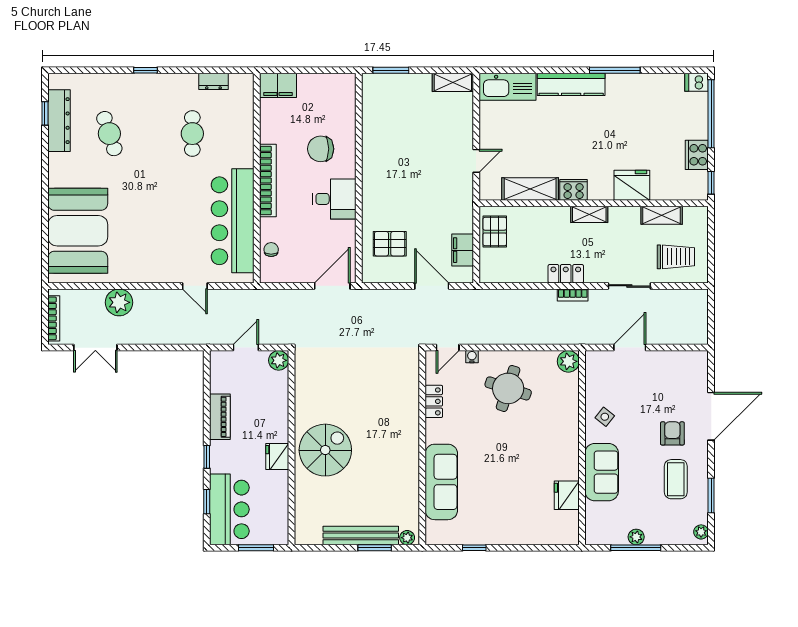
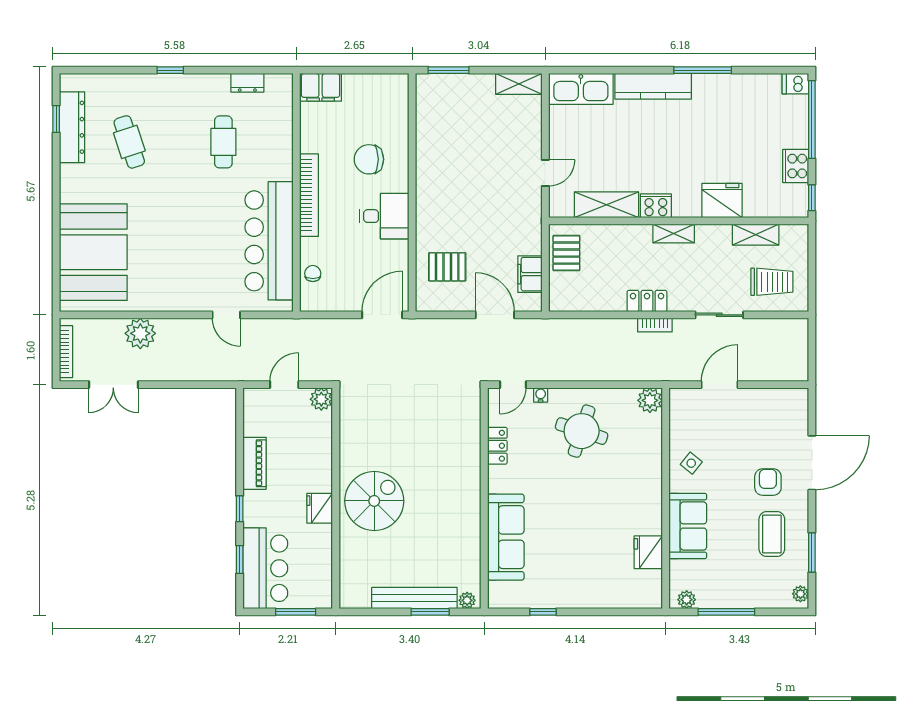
plant: (636, 537) -> (687, 600), moved

